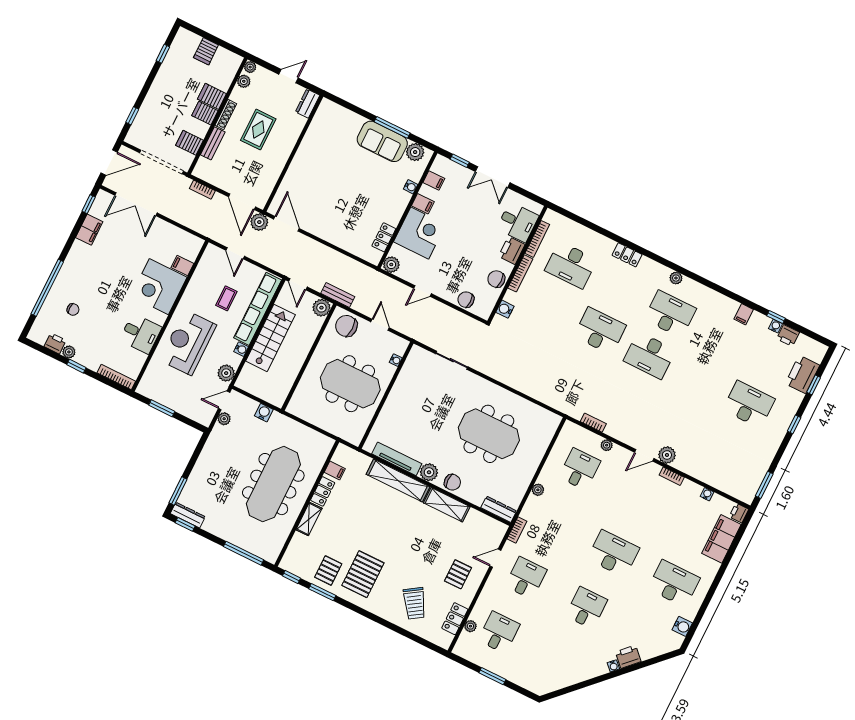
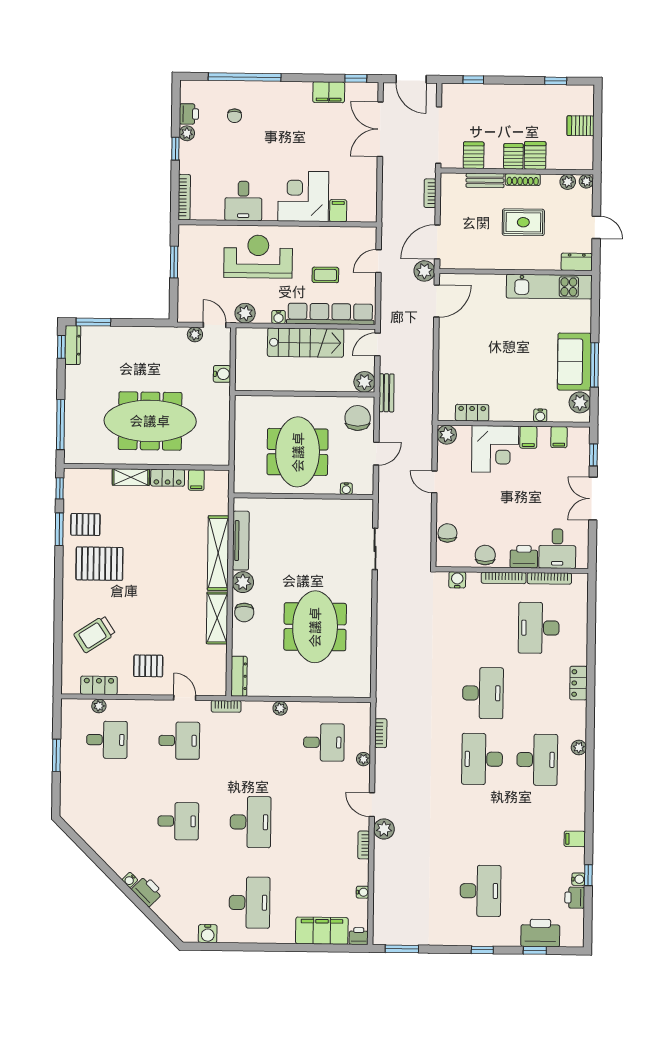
kitchen unit: (316, 133) -> (549, 287), added

